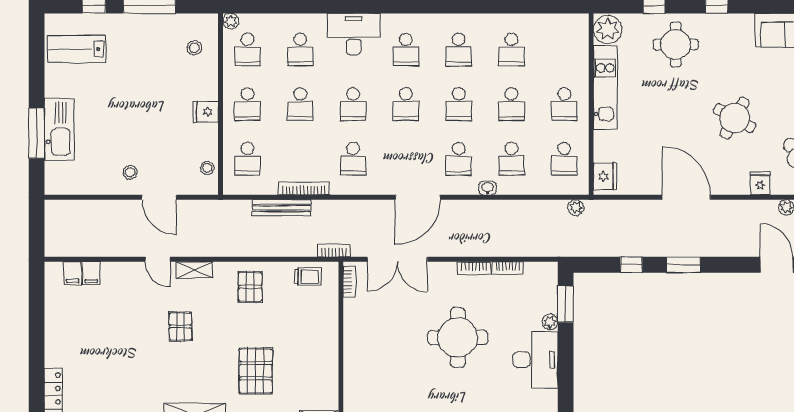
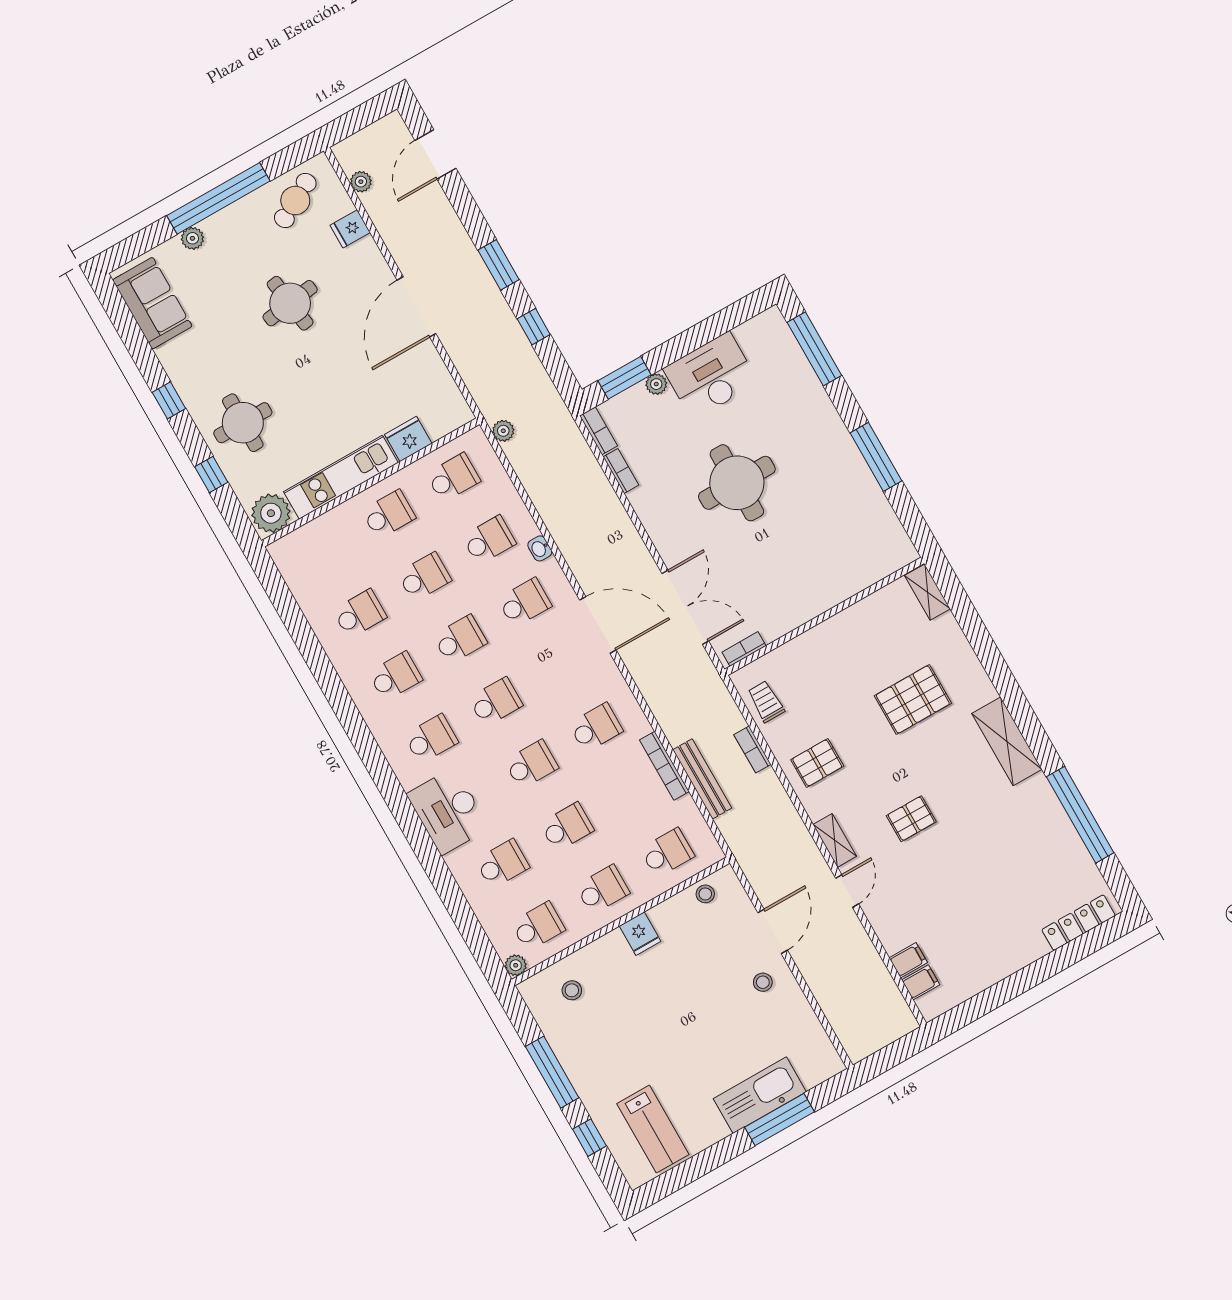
round table: (735, 118) -> (290, 303), turned -37
fridge: (605, 176) -> (408, 439), moved
bookcase: (334, 250) -> (752, 750), moved
bookcase: (474, 268) -> (599, 431), moved

